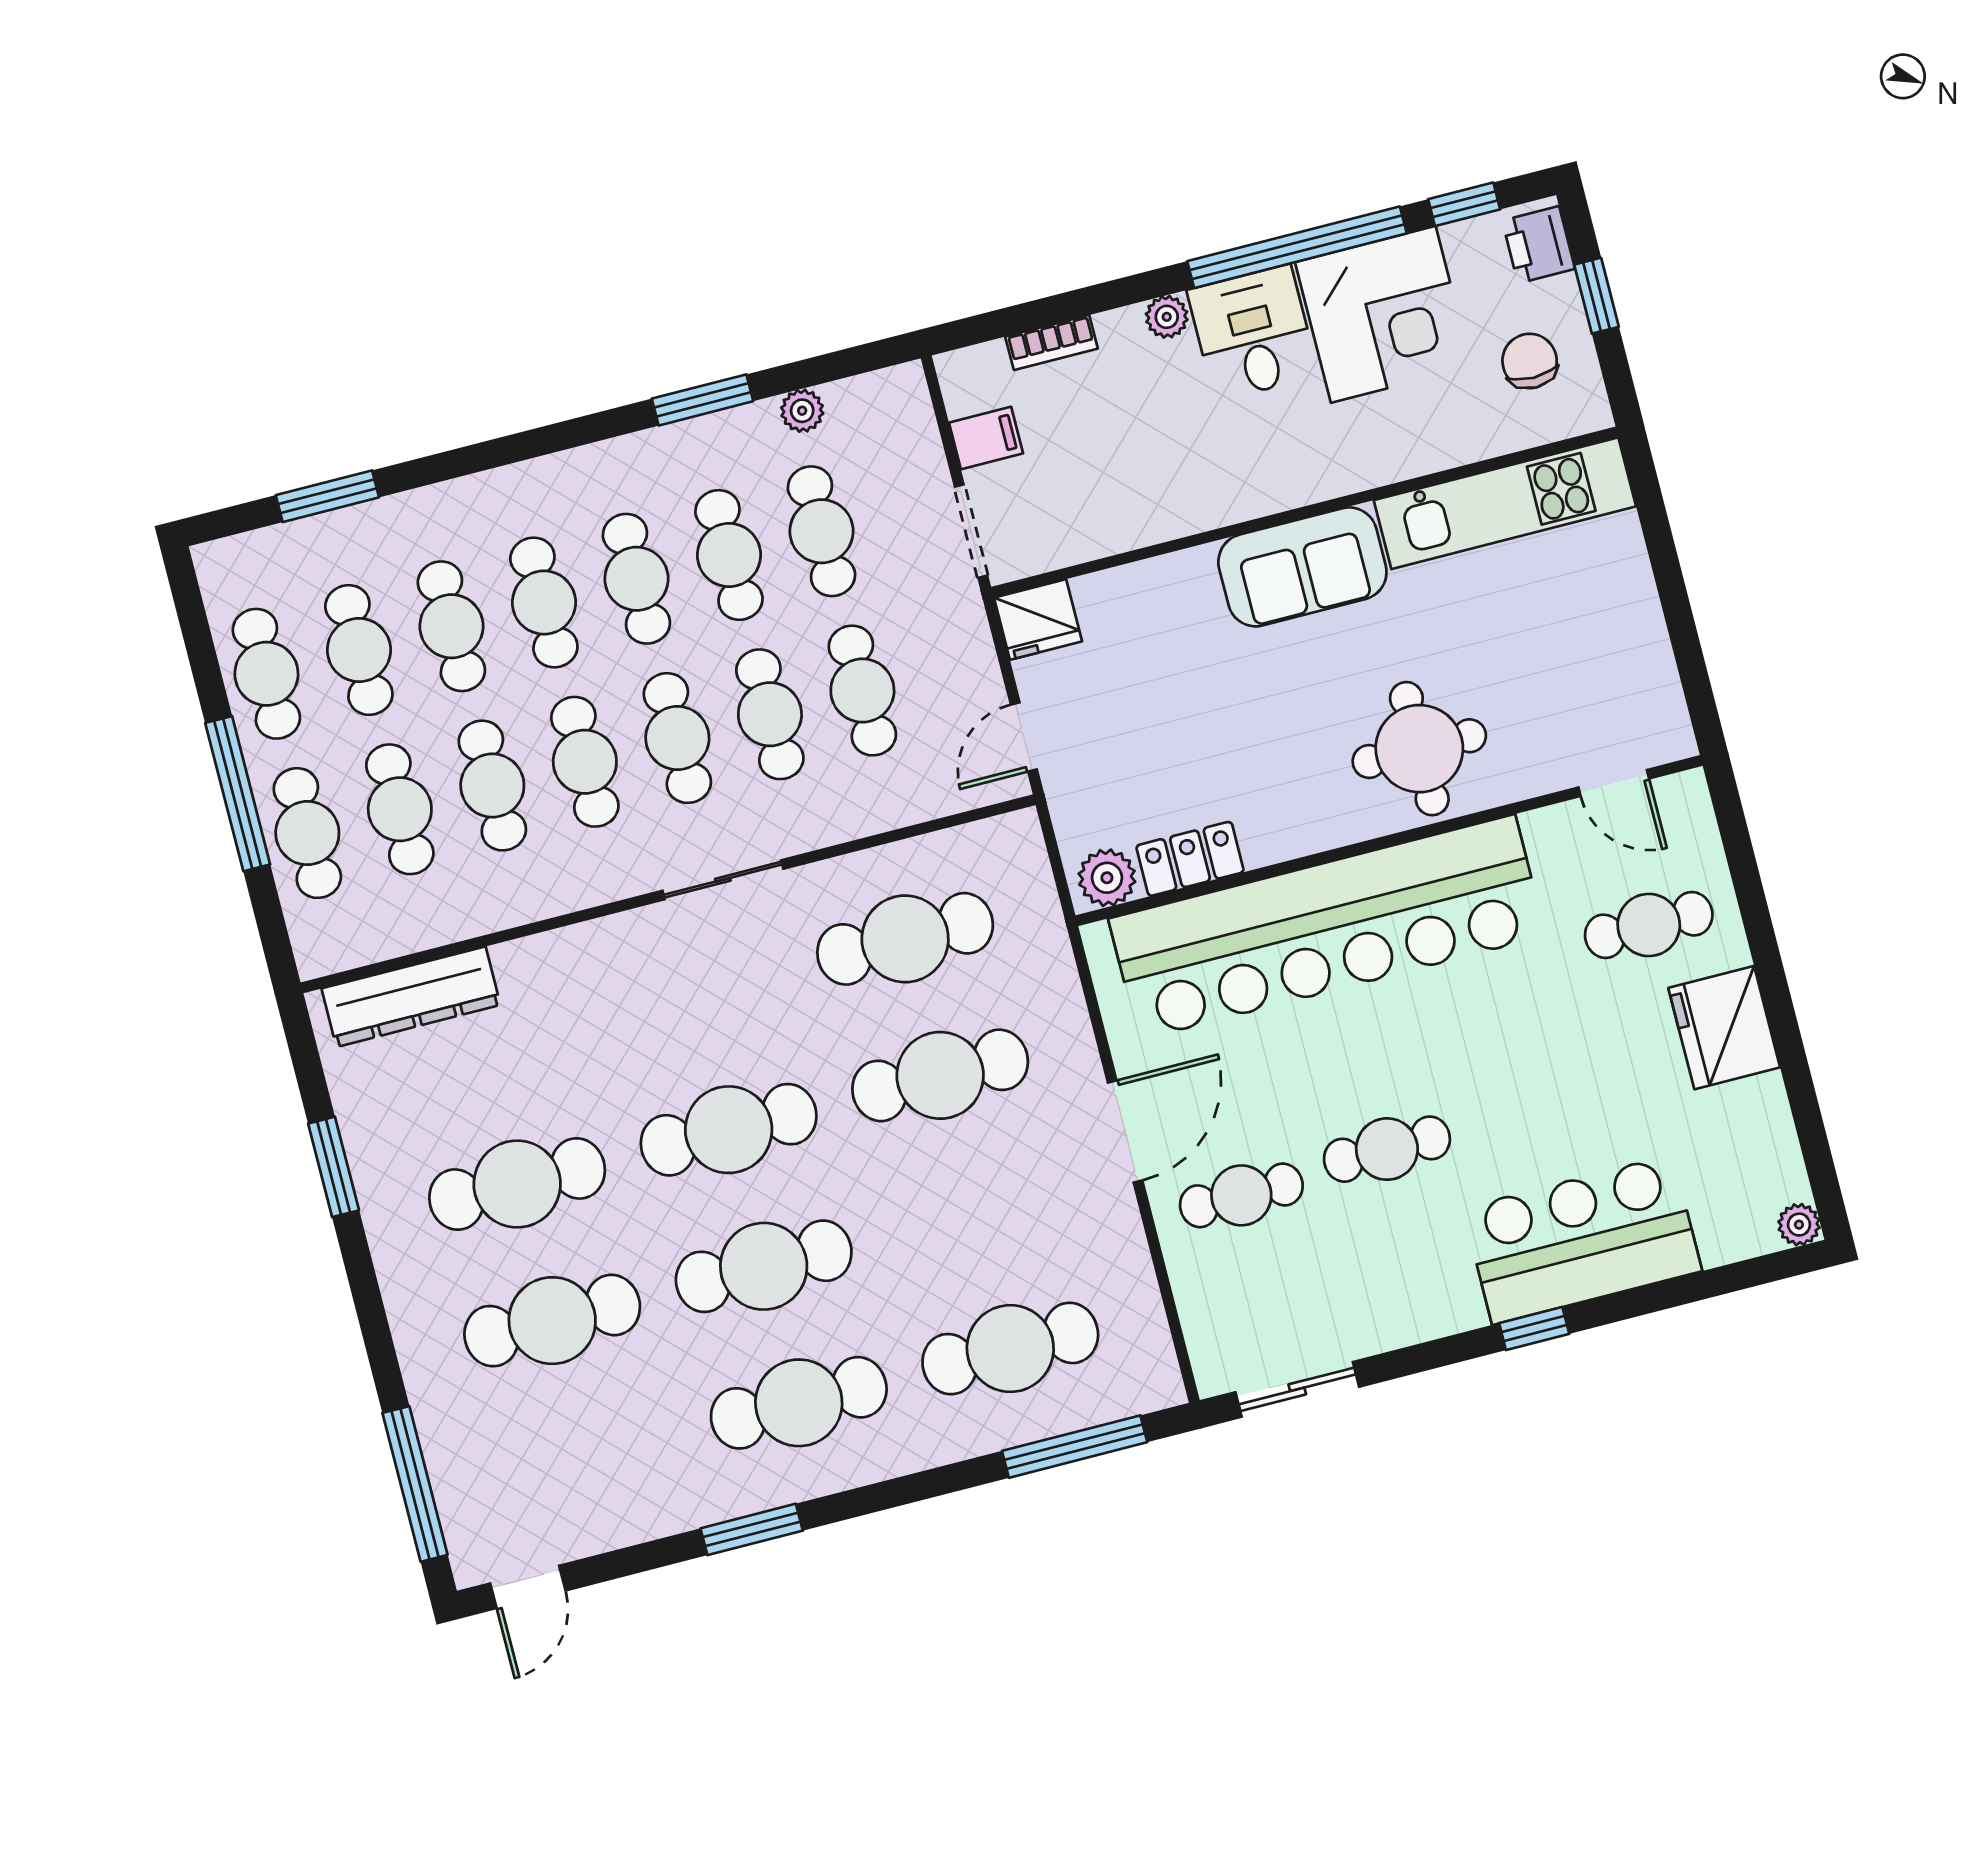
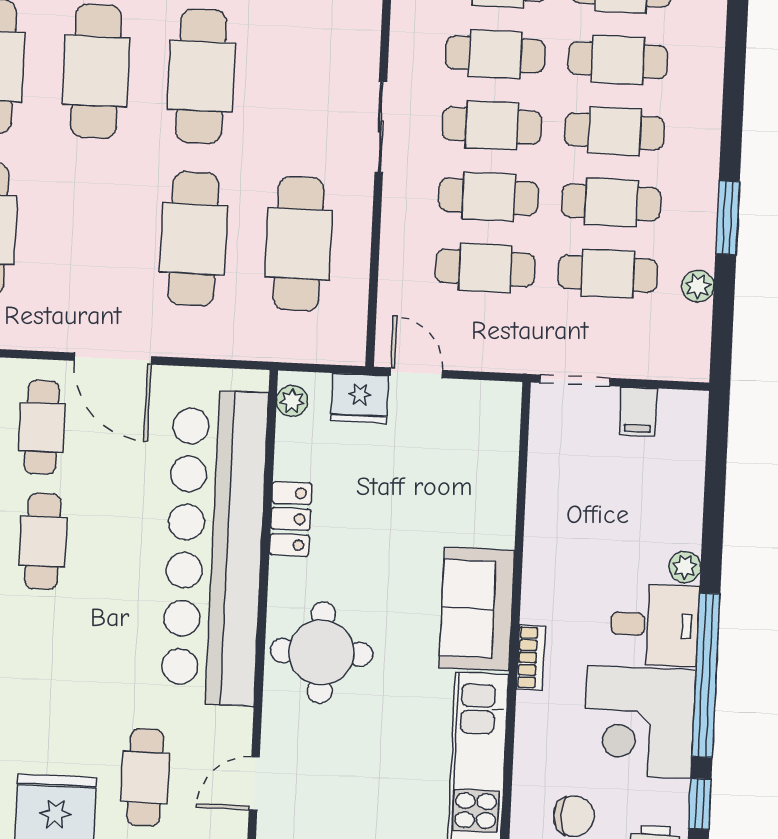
bookcase: (1052, 343) -> (531, 658), moved, turned 180
fridge: (1038, 620) -> (360, 398), moved, turned -90
locker: (1190, 859) -> (291, 519), moved
plant: (1107, 878) -> (292, 401), width x0.73, depth x0.73

